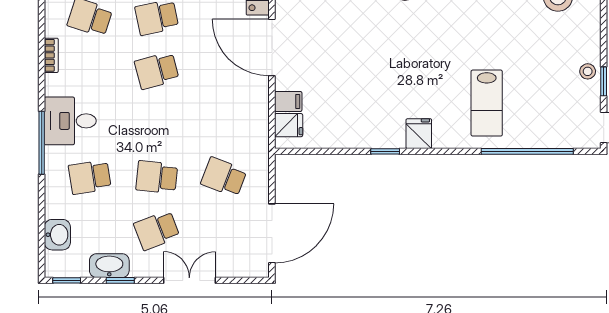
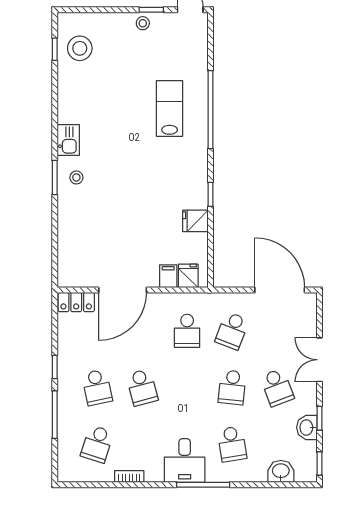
lab bench: (487, 103) -> (170, 109), turned -90
school desk: (224, 124) -> (187, 331), added
fridge: (419, 134) -> (195, 221), moved
window: (527, 151) -> (210, 110), moved
washbasin: (109, 266) -> (307, 427), width x0.72

